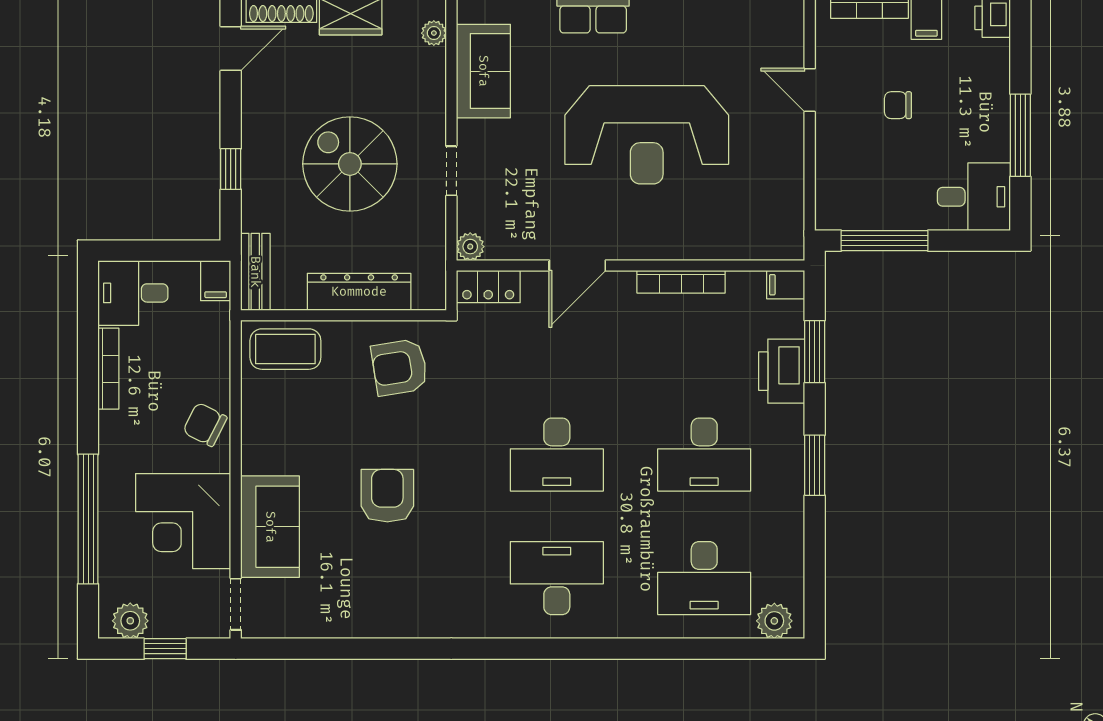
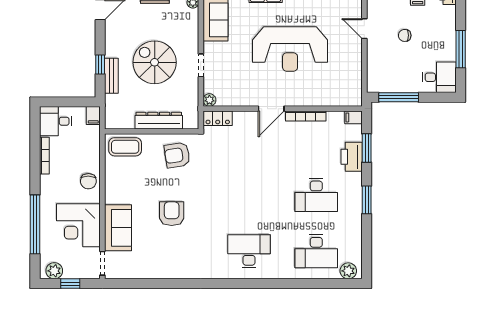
door: (577, 265) -> (271, 109), moved
bench: (255, 272) -> (111, 76), moved
chair: (205, 425) -> (88, 181), turned -116
desk: (557, 455) -> (249, 195), removed

